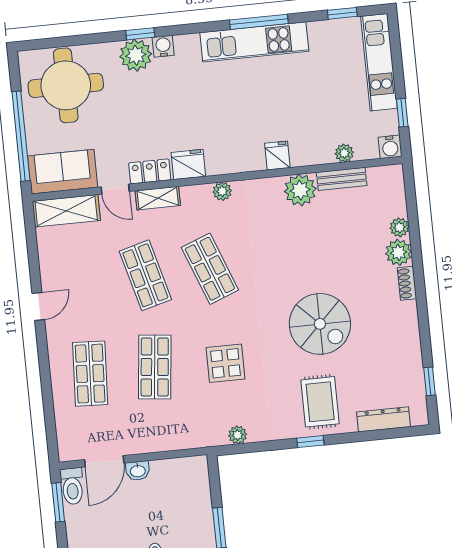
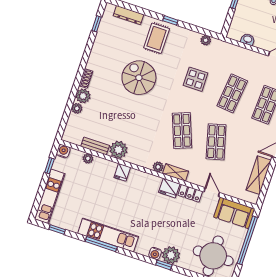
shelving: (158, 198) -> (176, 172), moved
shelving: (66, 211) -> (259, 175), moved, turned 90
washbasin: (138, 471) -> (248, 39), moved

